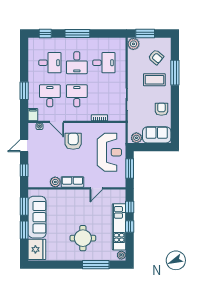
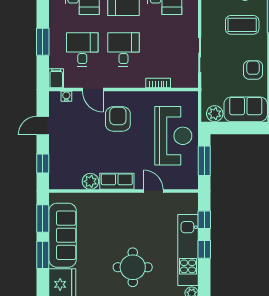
door: (96, 188) -> (153, 191), swing flipped

